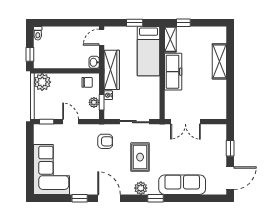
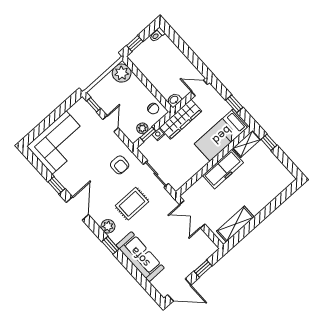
shelving: (219, 61) -> (235, 224), moved

